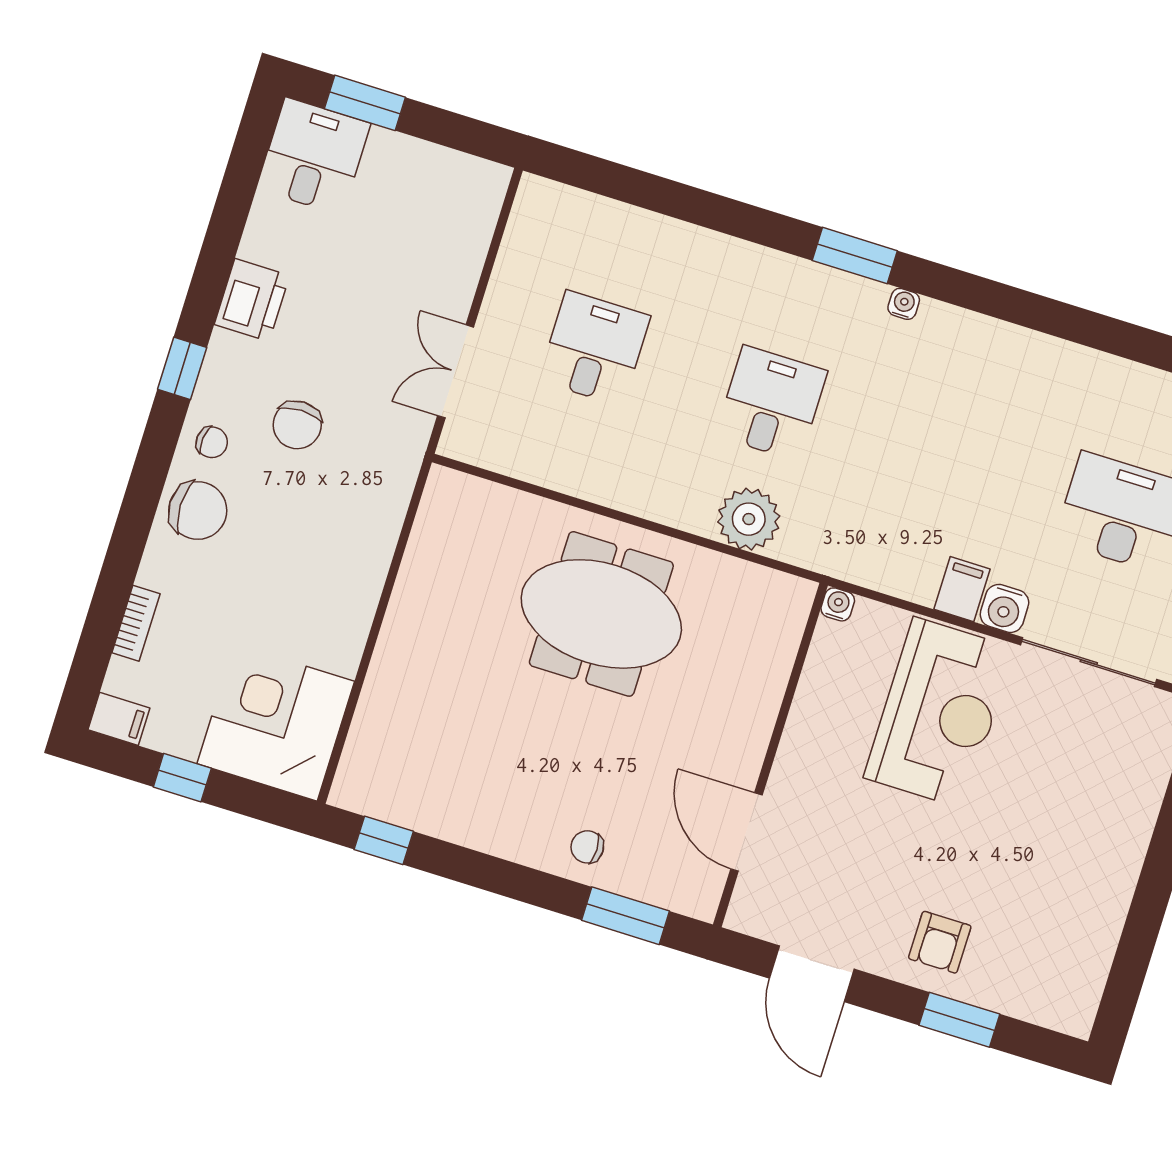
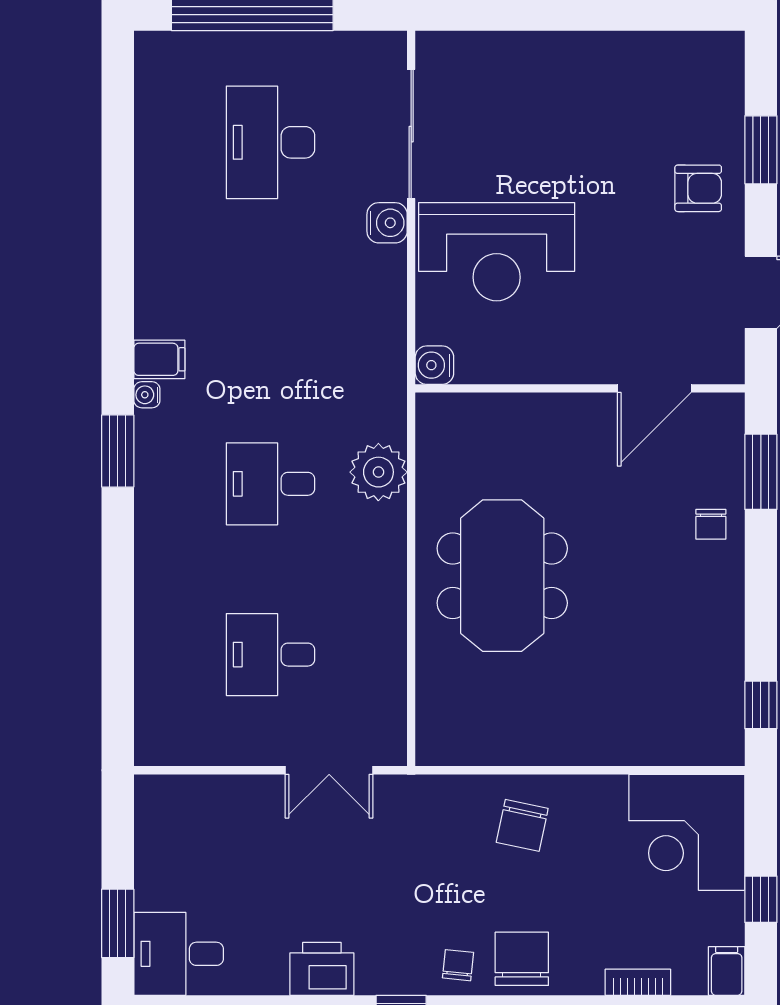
chair: (297, 425) -> (522, 825), moved, turned 102
filing cabinet: (962, 589) -> (159, 359), moved, turned 180
water cooler: (838, 604) -> (434, 365), width x1.38, depth x1.38
reception desk: (939, 713) -> (497, 252), turned 180

